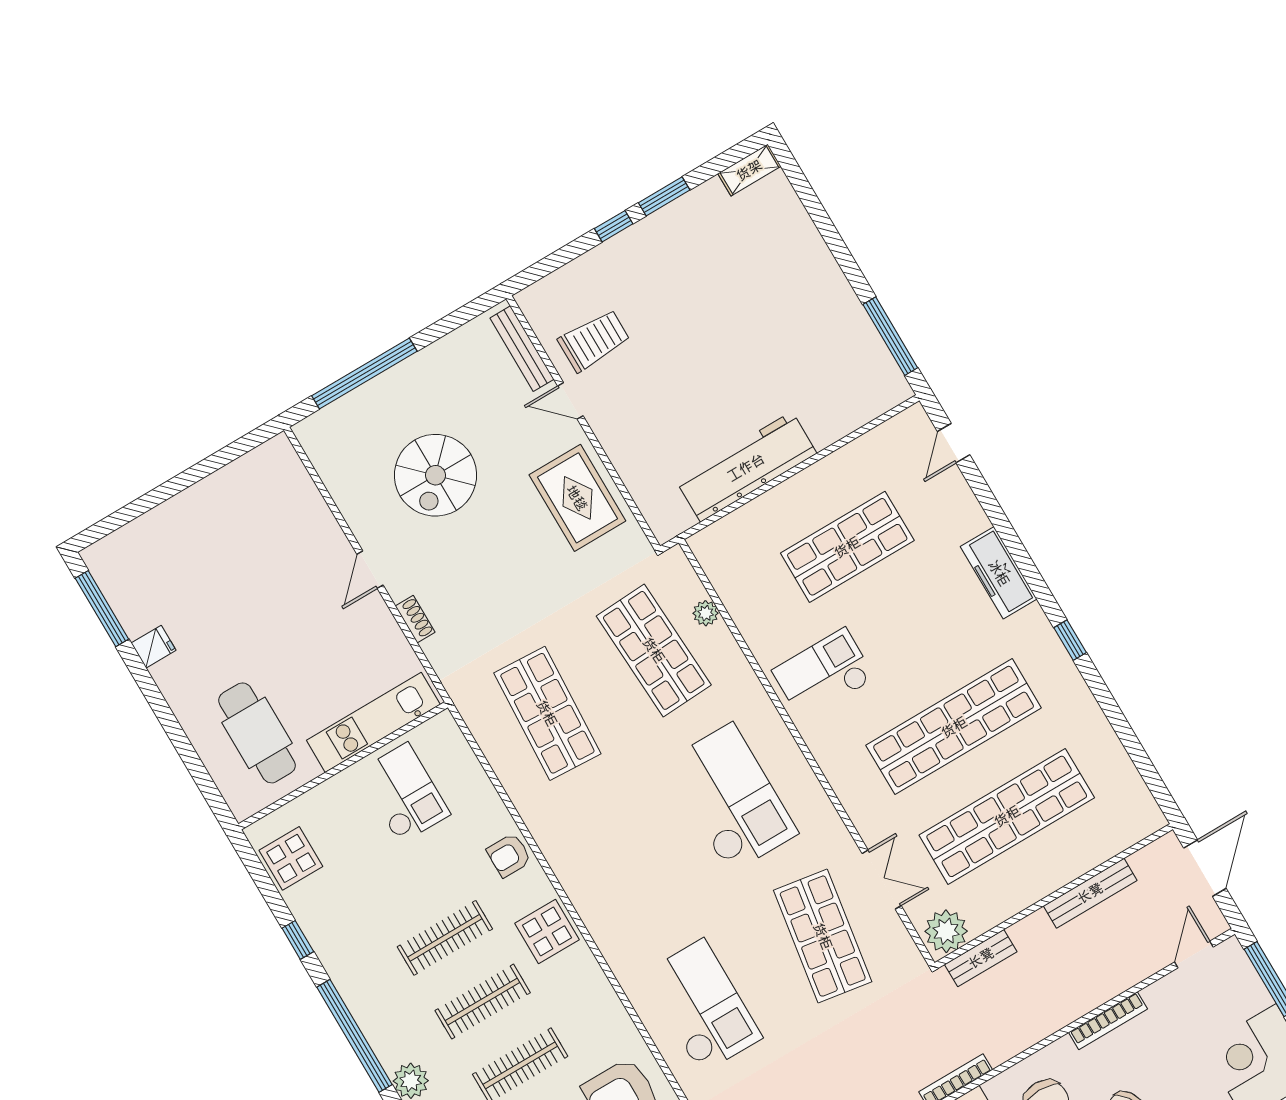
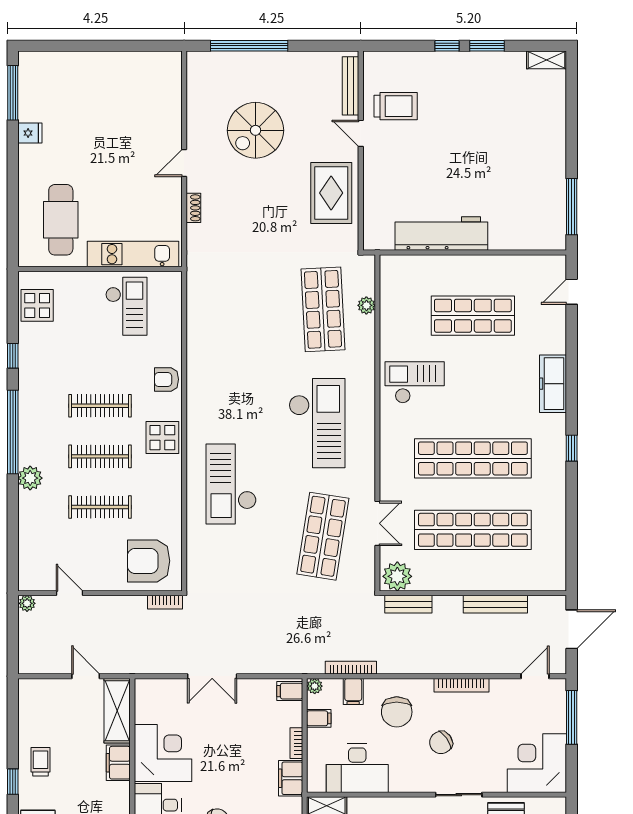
shop shelf: (547, 713) -> (239, 309), removed
checkout: (702, 1006) -> (231, 484), moved, turned 180

